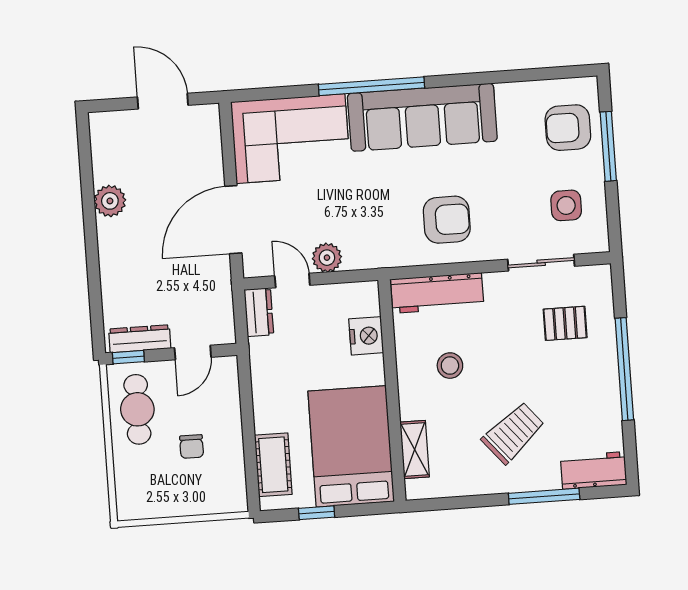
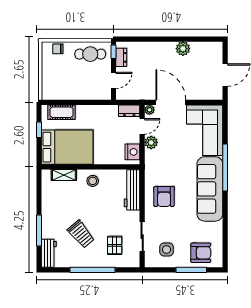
armchair: (568, 128) -> (201, 253), turned 90
plant: (254, 266) -> (150, 110), added
nightstand: (366, 336) -> (132, 152), moved, turned -90
dresser: (140, 339) -> (121, 57), width x0.70
door: (193, 353) -> (113, 80), swing flipped
stool: (450, 366) -> (93, 181), moved
trolley: (513, 433) -> (81, 234), moved
chair: (192, 447) -> (58, 49), moved

